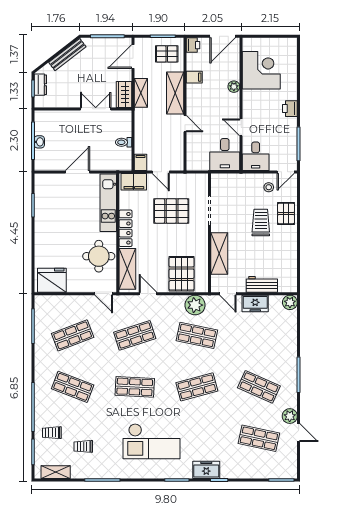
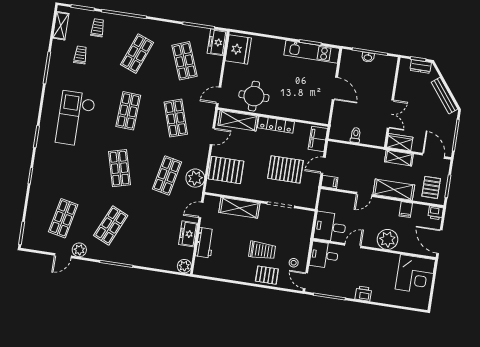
corner desk: (261, 70) -> (415, 274), moved
plant: (234, 87) -> (387, 239), width x1.88, depth x1.88
filing cabinet: (140, 162) -> (330, 182), moved
kitchen unit: (108, 203) -> (312, 52), moved, turned 180
pallet: (171, 211) -> (285, 169), turned 90
freezer: (206, 470) -> (217, 42), moved, turned 180

